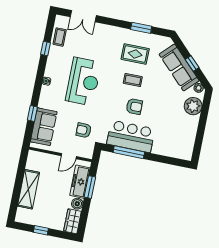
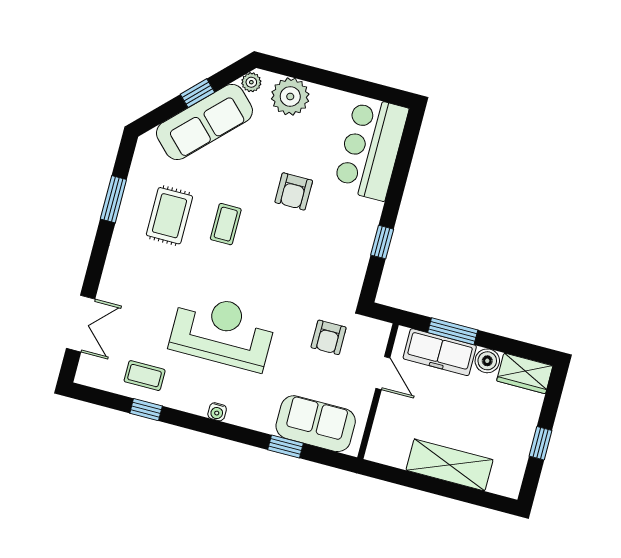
coffee table: (60, 37) -> (145, 376), moved
armchair: (134, 106) -> (294, 191), moved, turned 180
bar counter: (131, 136) -> (371, 148), moved
window: (129, 152) -> (382, 242), width x0.46

